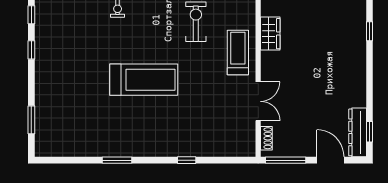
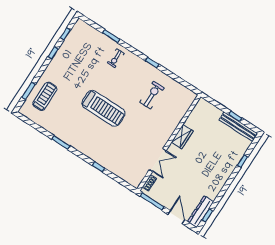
wardrobe: (270, 34) -> (182, 137), moved
treadmill: (238, 53) -> (45, 96), moved

